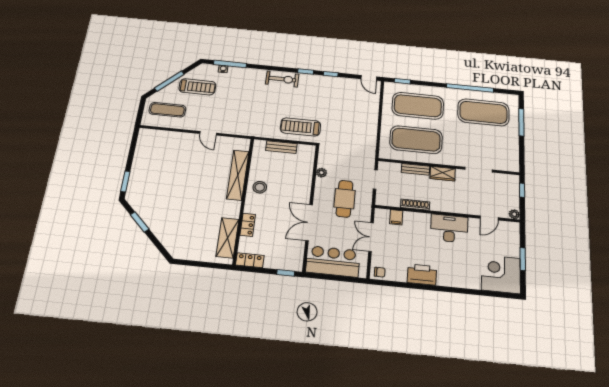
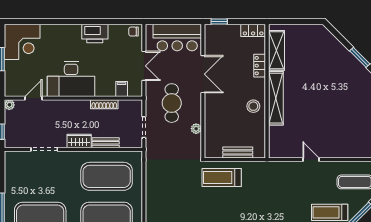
treadmill: (300, 127) -> (222, 178), turned 180
shelving: (238, 175) -> (276, 98), moved
desk: (449, 228) -> (71, 79), width x1.36, depth x1.30

